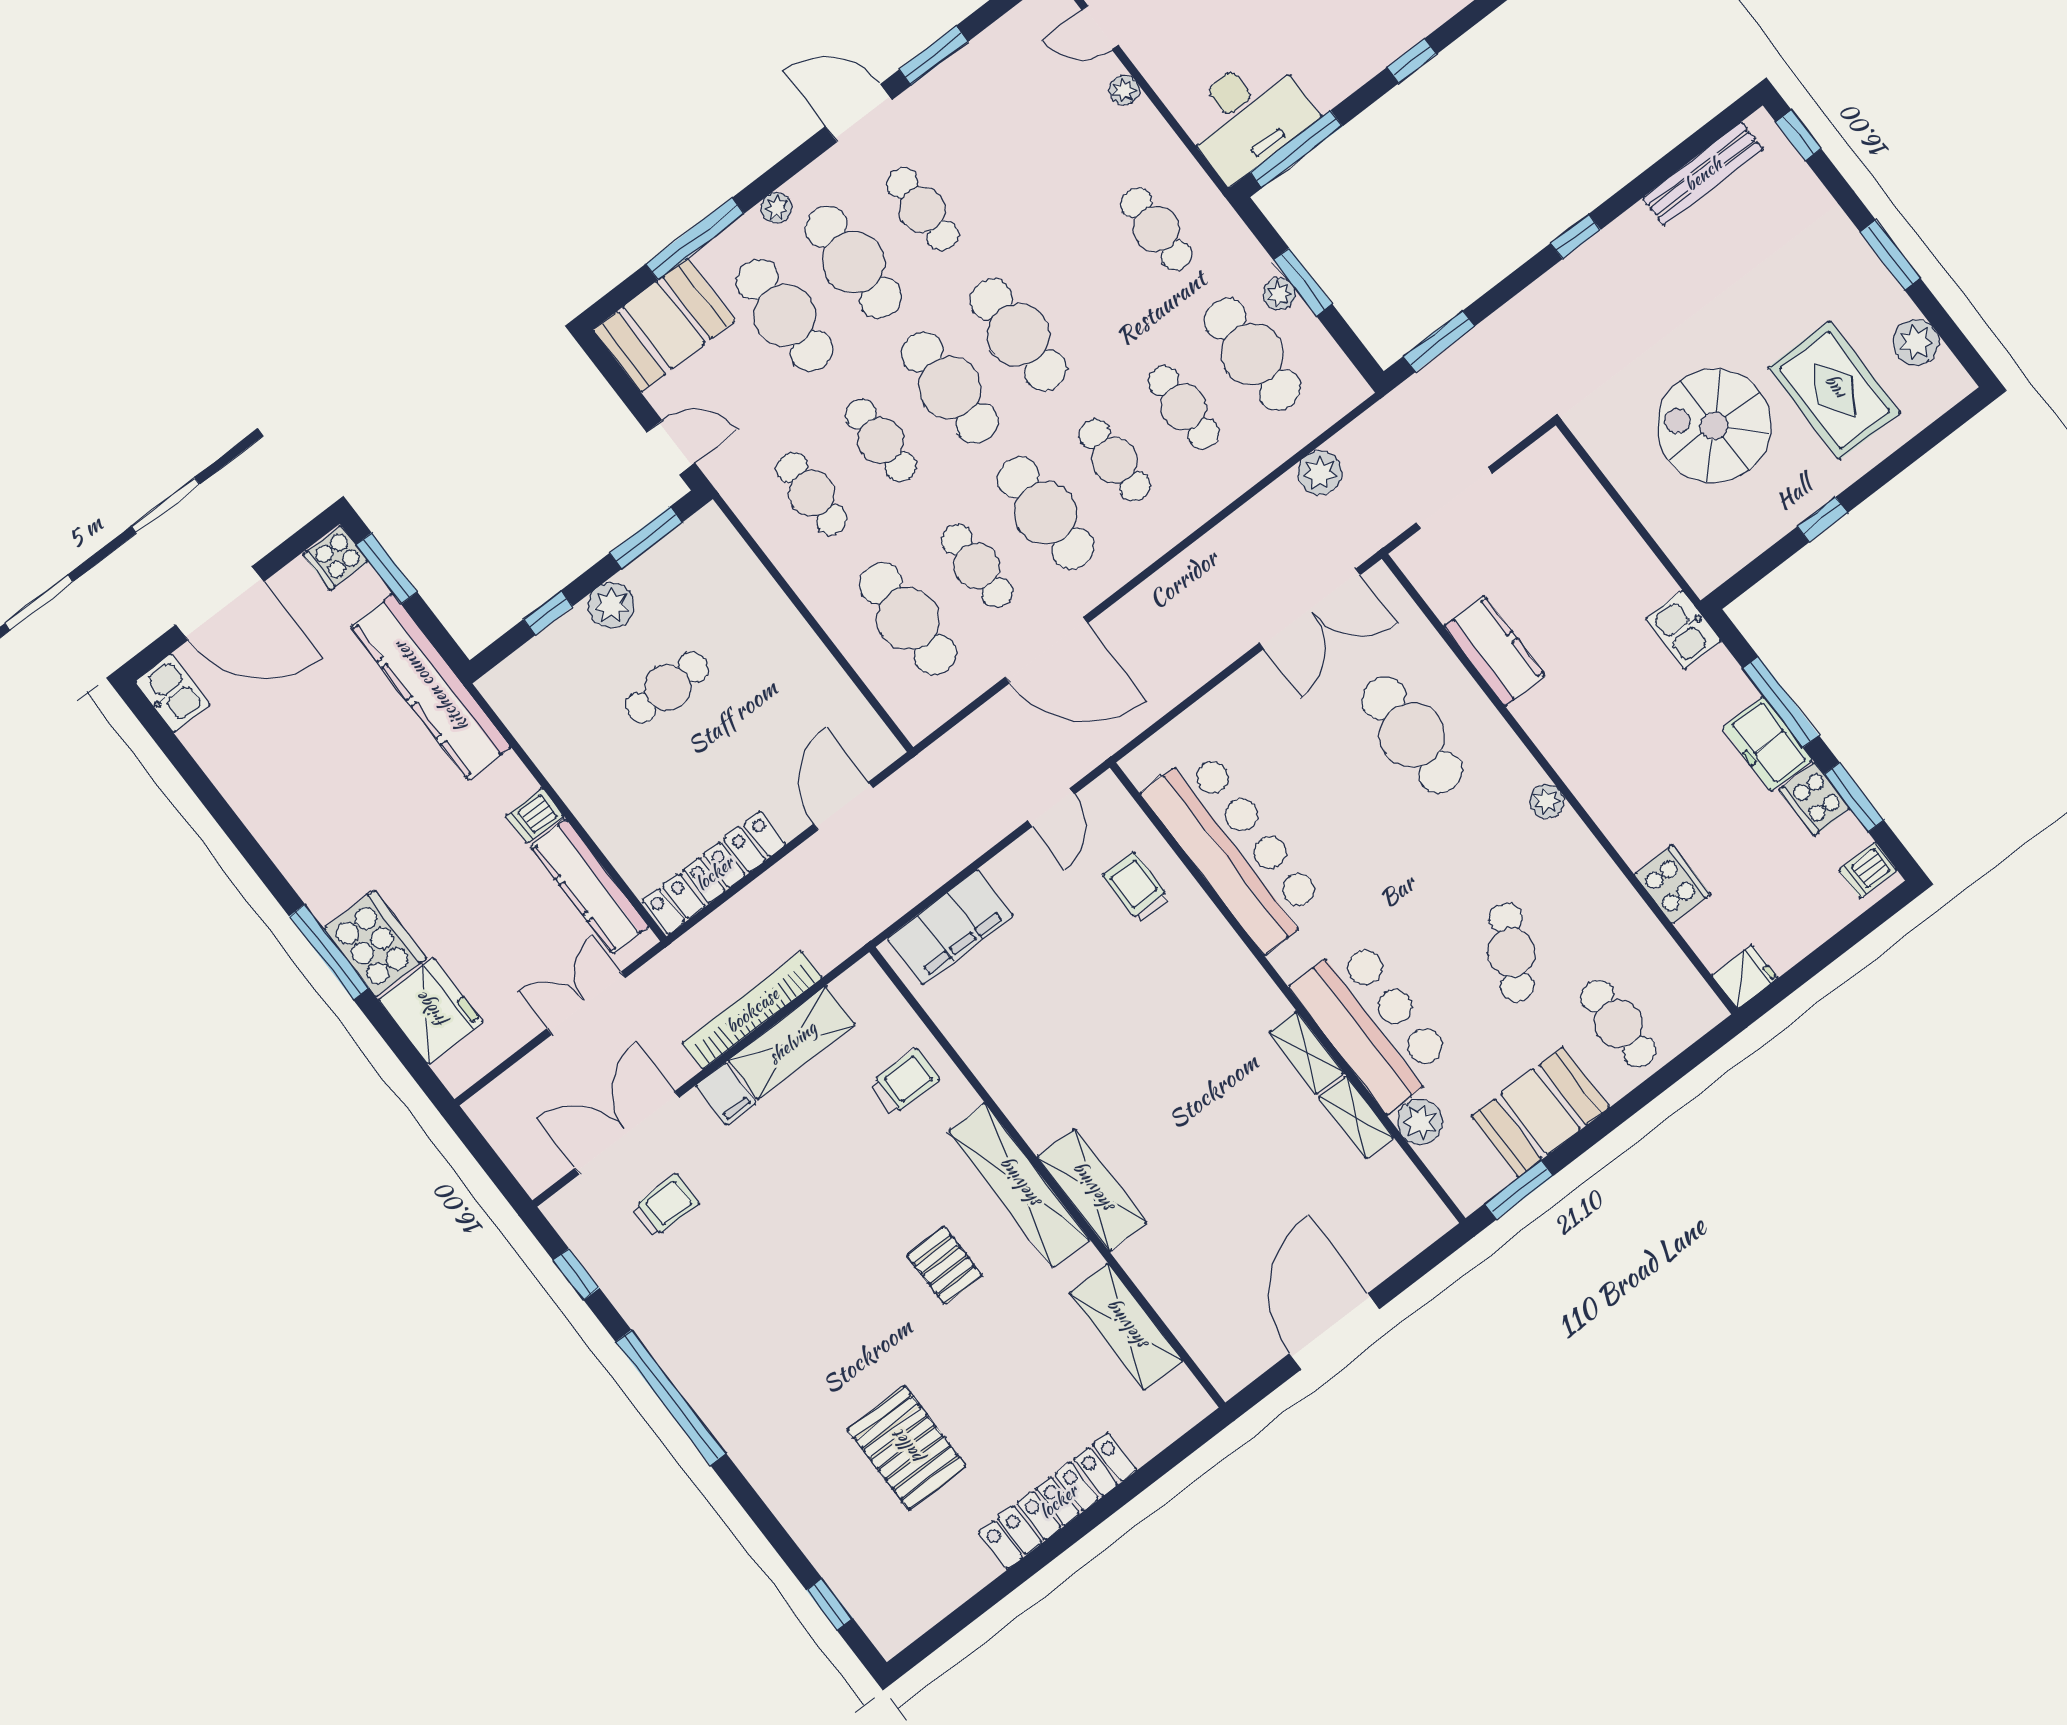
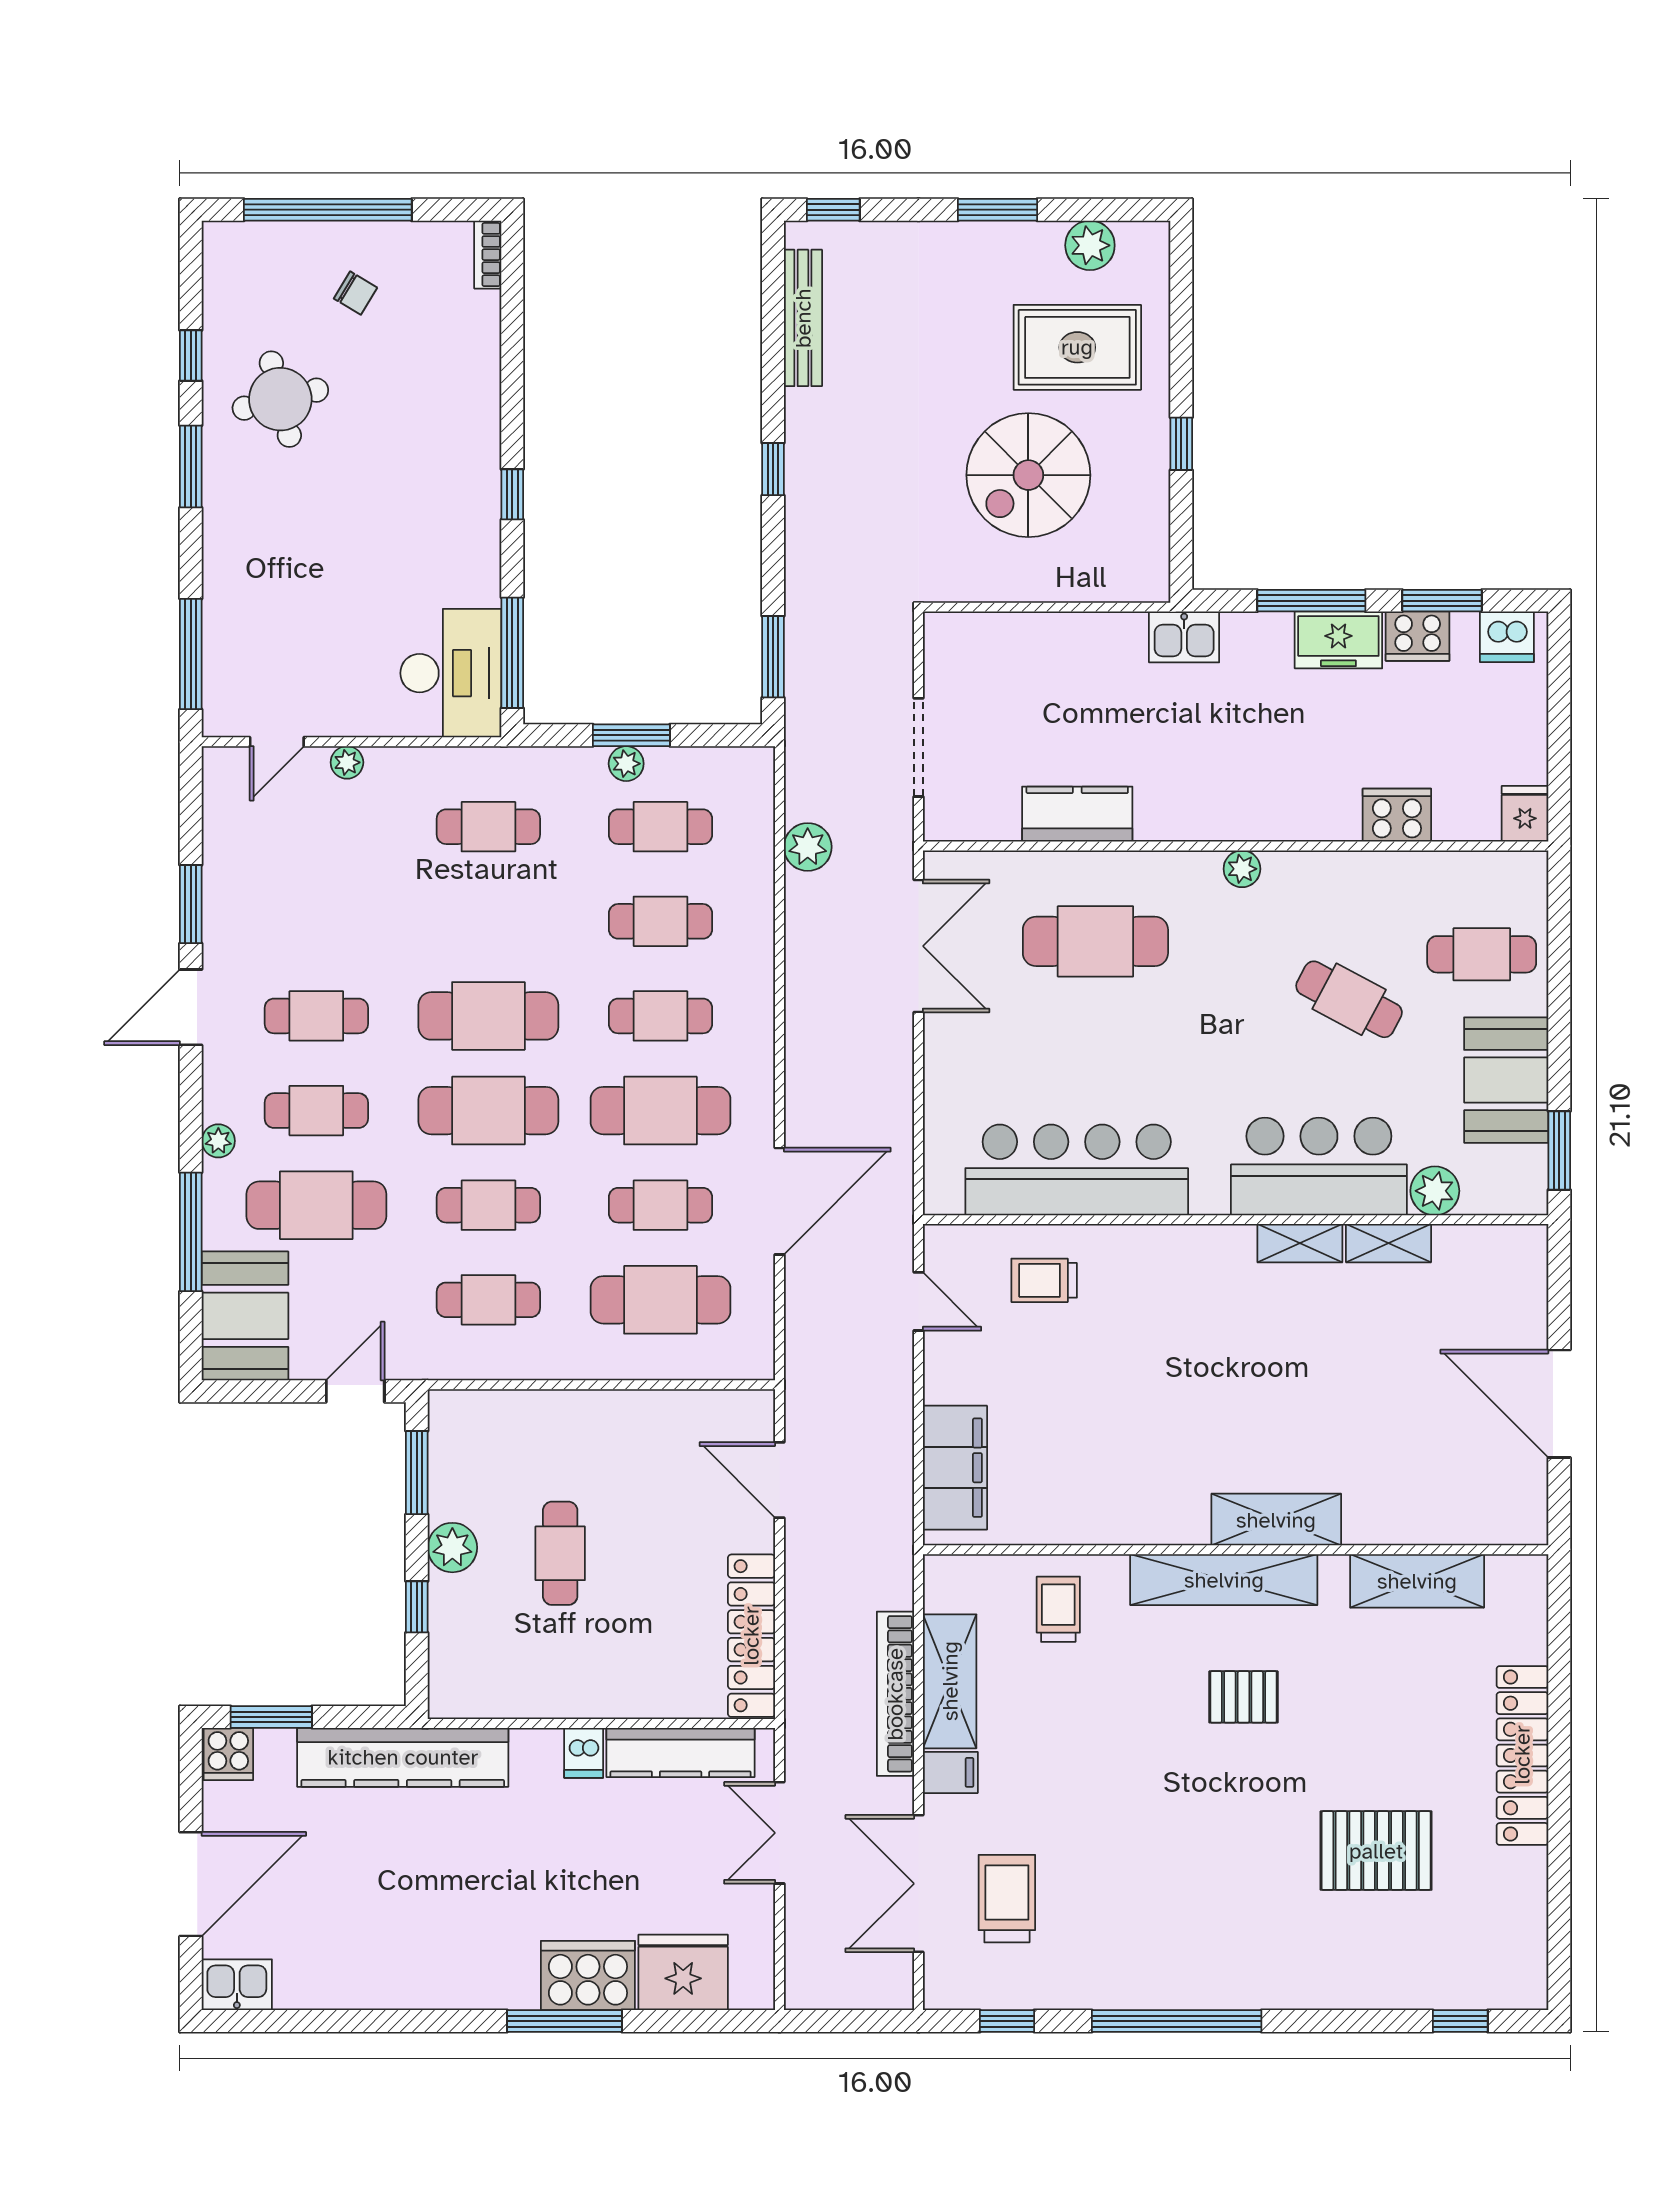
cafe table: (853, 262) -> (316, 1111), width x0.73, depth x0.74
cafe table: (1252, 354) -> (660, 827), width x0.73, depth x0.74
dishwasher: (1868, 870) -> (1507, 637), width x1.38
trolley: (665, 1206) -> (1007, 1899), width x1.36, depth x1.39

